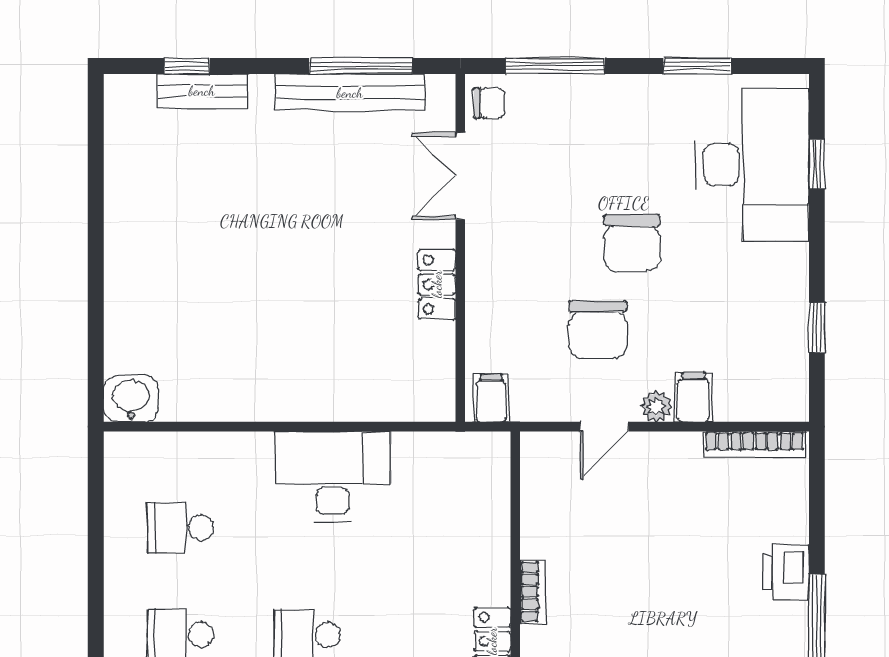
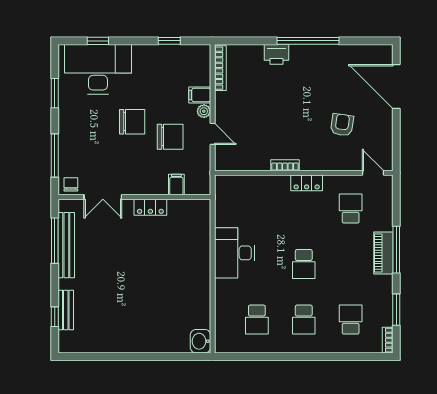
filing cabinet: (491, 398) -> (176, 185), moved, turned 90

